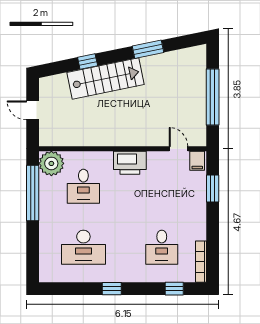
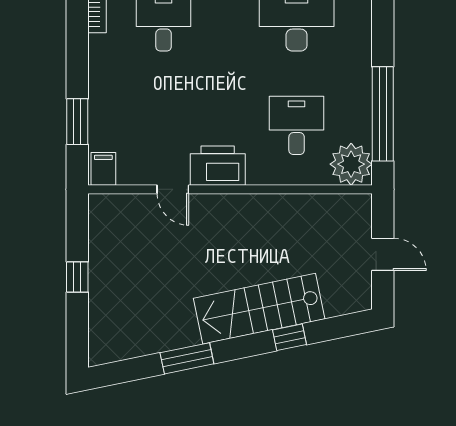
window: (213, 97) -> (77, 277), width x0.32
door: (178, 149) -> (173, 189), moved

